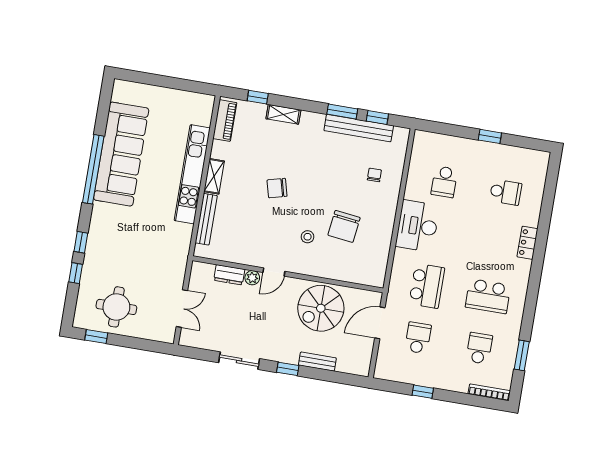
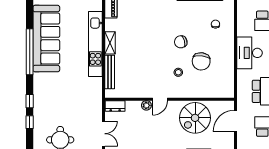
chair: (277, 188) -> (181, 42), moved
dresser: (229, 275) -> (115, 106), moved

